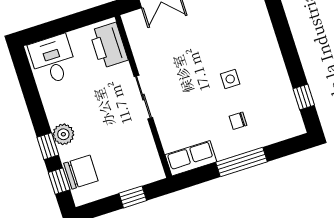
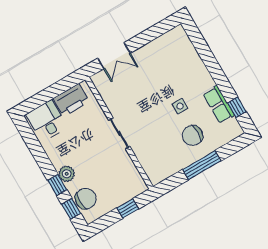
printer: (109, 45) -> (71, 100), moved, turned -90
chair: (238, 121) -> (192, 135), width x1.87, depth x1.87
row of seats: (191, 158) -> (219, 105), moved, turned -90

